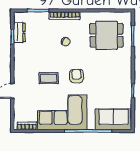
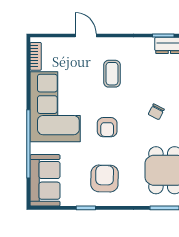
armchair: (76, 76) -> (107, 127), turned 90
coffee table: (49, 78) -> (112, 74), moved
armchair: (112, 78) -> (105, 178), added

